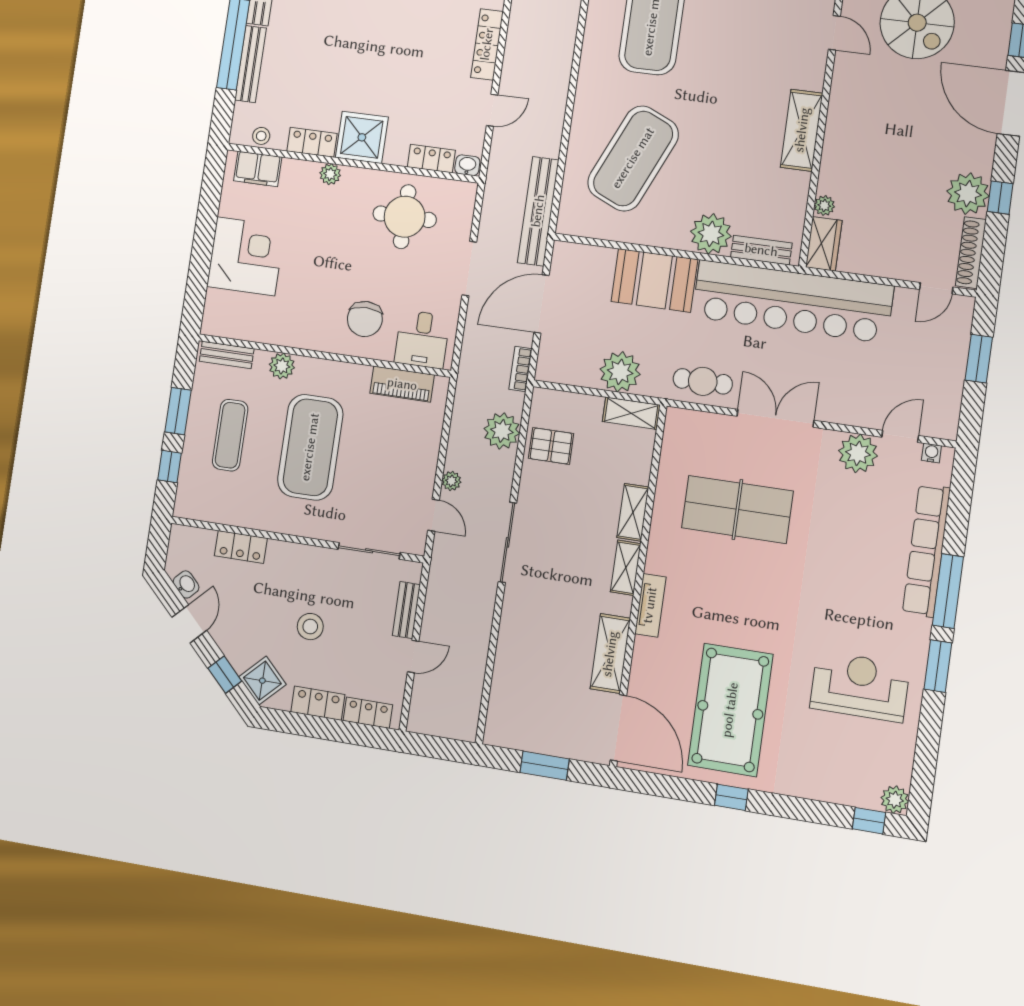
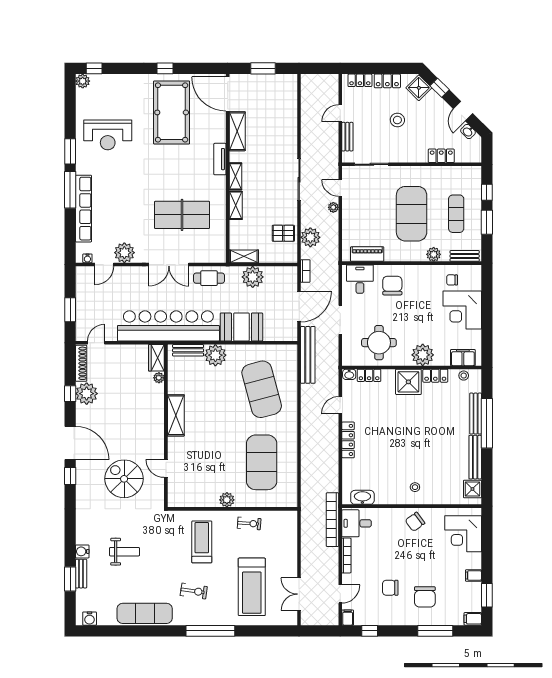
exercise mat: (633, 158) -> (262, 389), turned -39
plant: (330, 174) -> (423, 355), width x1.88, depth x1.88
chair: (256, 314) -> (452, 280), added

